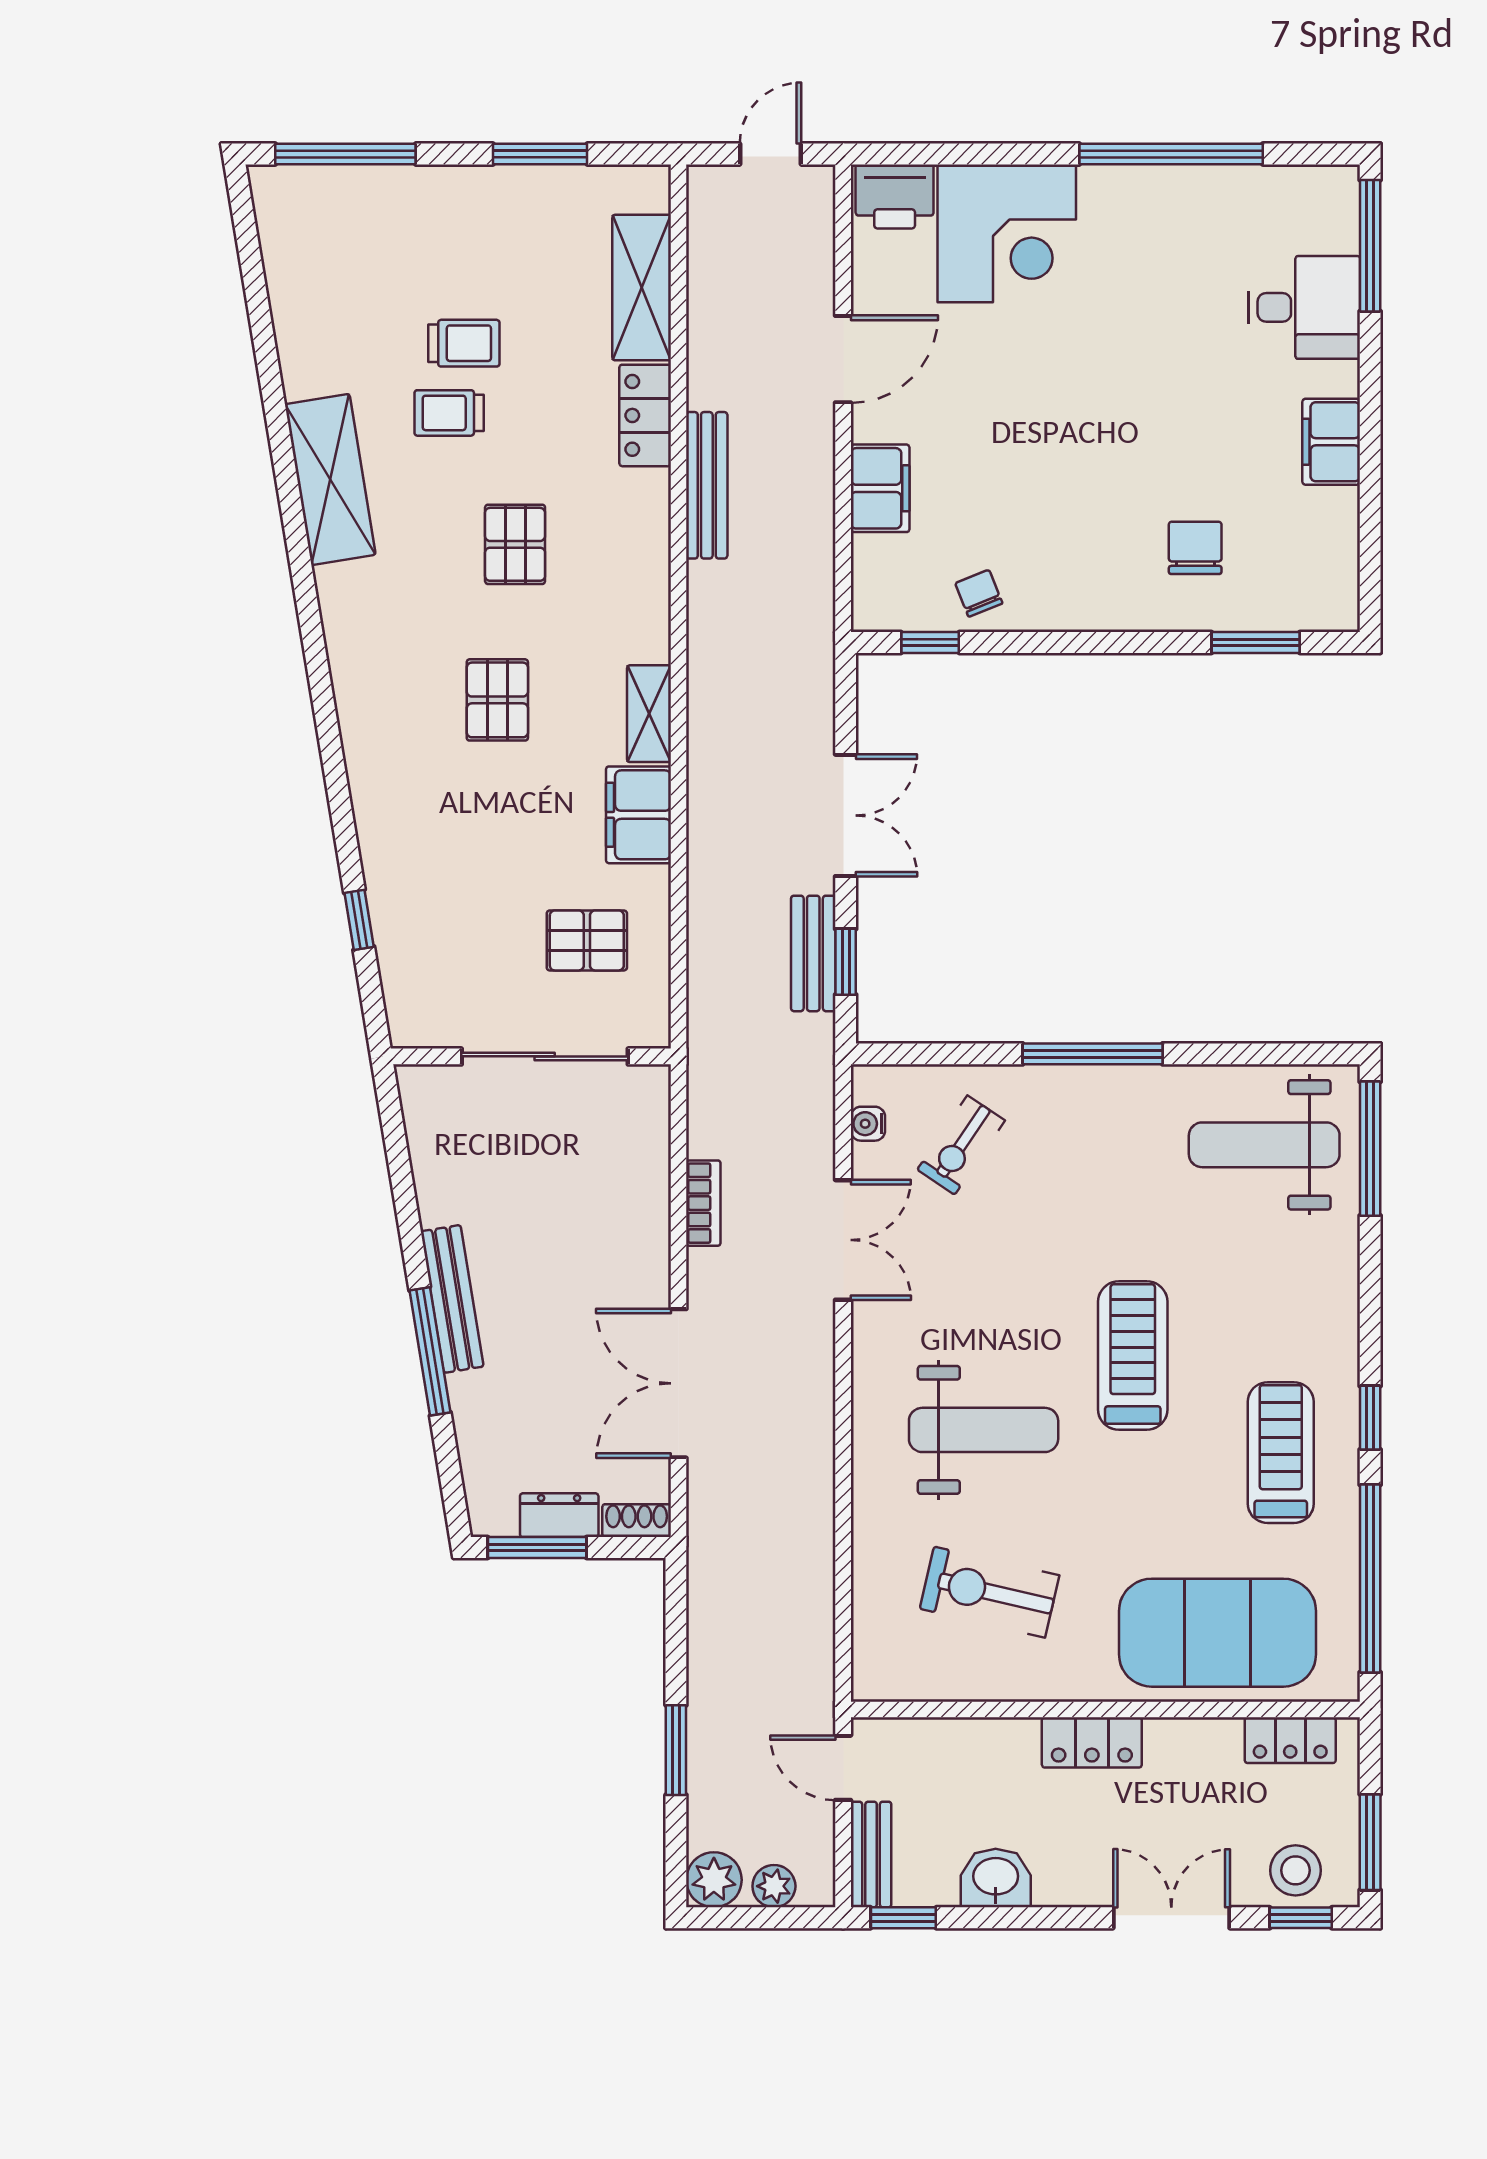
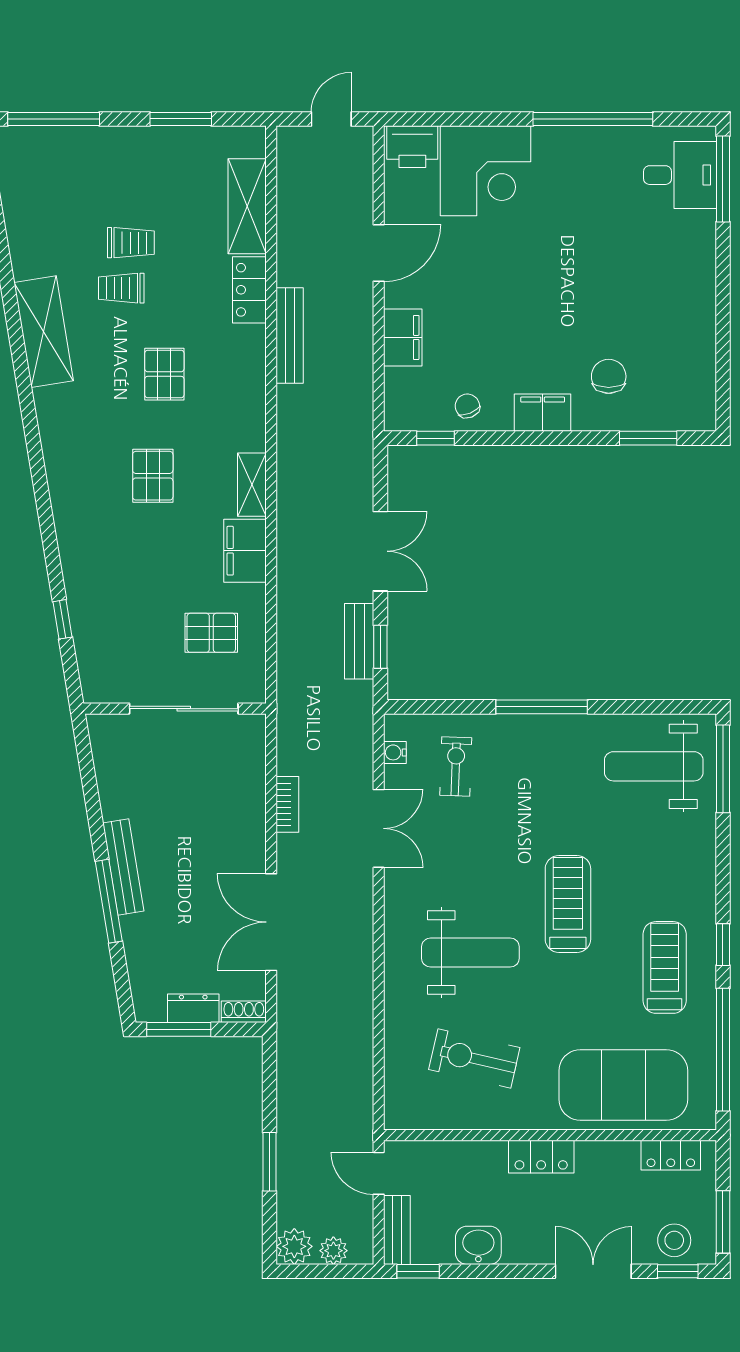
desk: (1304, 307) -> (680, 175), moved
filing cabinet: (1331, 442) -> (543, 413), moved, turned 90
exercise bike: (961, 1145) -> (456, 766), turned 148

